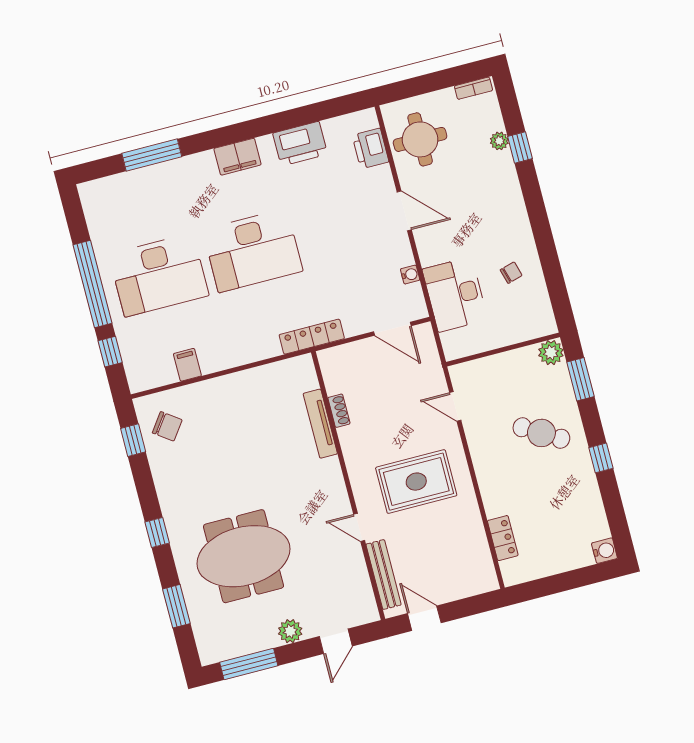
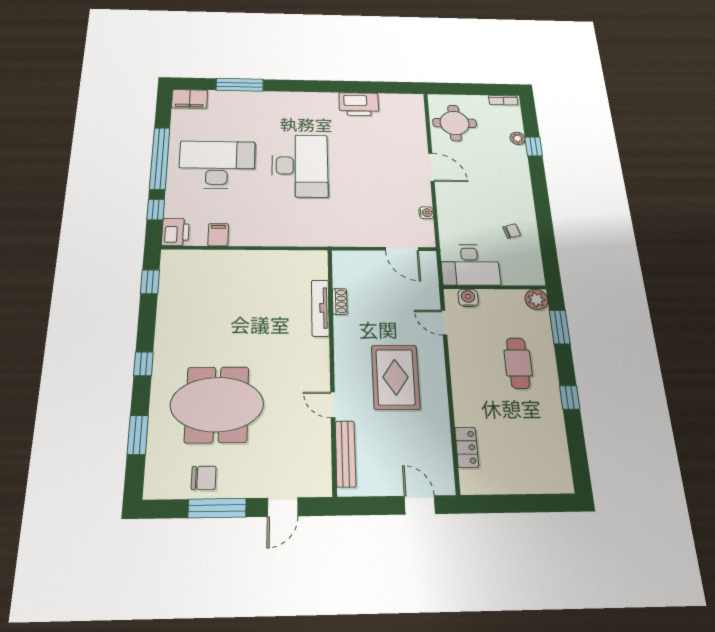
printer: (371, 149) -> (175, 232), moved, turned 180
filing cabinet: (237, 157) -> (190, 99), moved
desk: (253, 251) -> (300, 166), turned -90
desk: (159, 275) -> (217, 165), turned 180
desk: (455, 294) -> (470, 265), moved, turned -90
locker: (312, 337) -> (331, 239), removed
chair: (167, 426) -> (204, 478), moved, turned -36
cafe table: (541, 433) -> (518, 363), turned 59
rug: (416, 482) -> (395, 377), turned 90
water cooler: (604, 551) -> (468, 298), moved, turned -90
door: (424, 618) -> (420, 505), moved
plant: (290, 631) -> (240, 486), removed
window: (249, 664) -> (217, 508), moved

